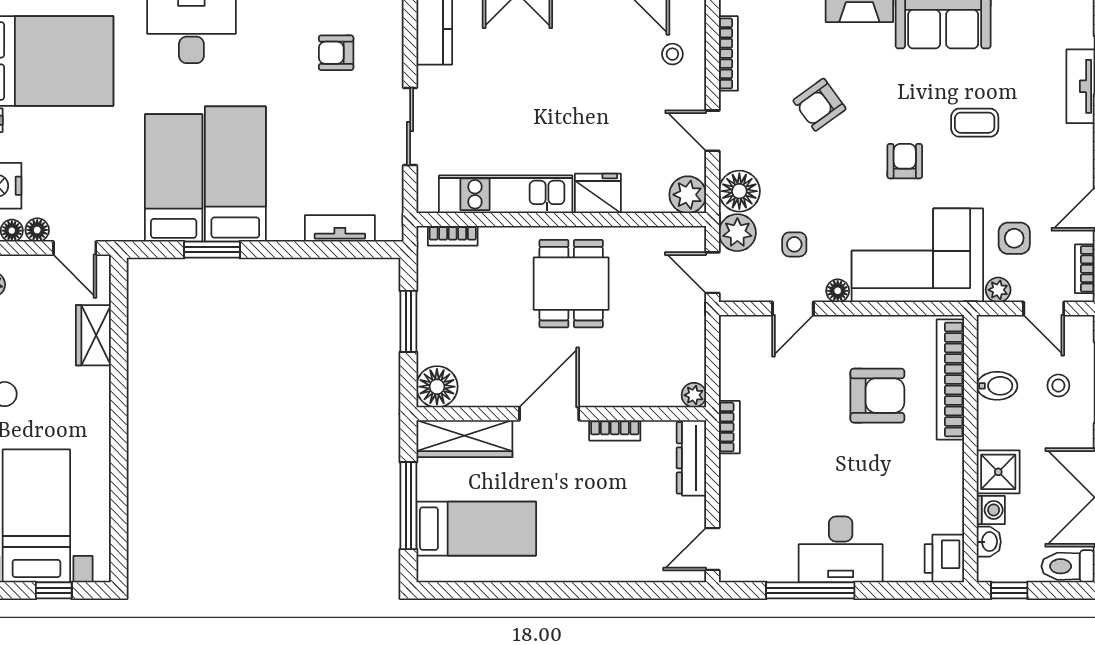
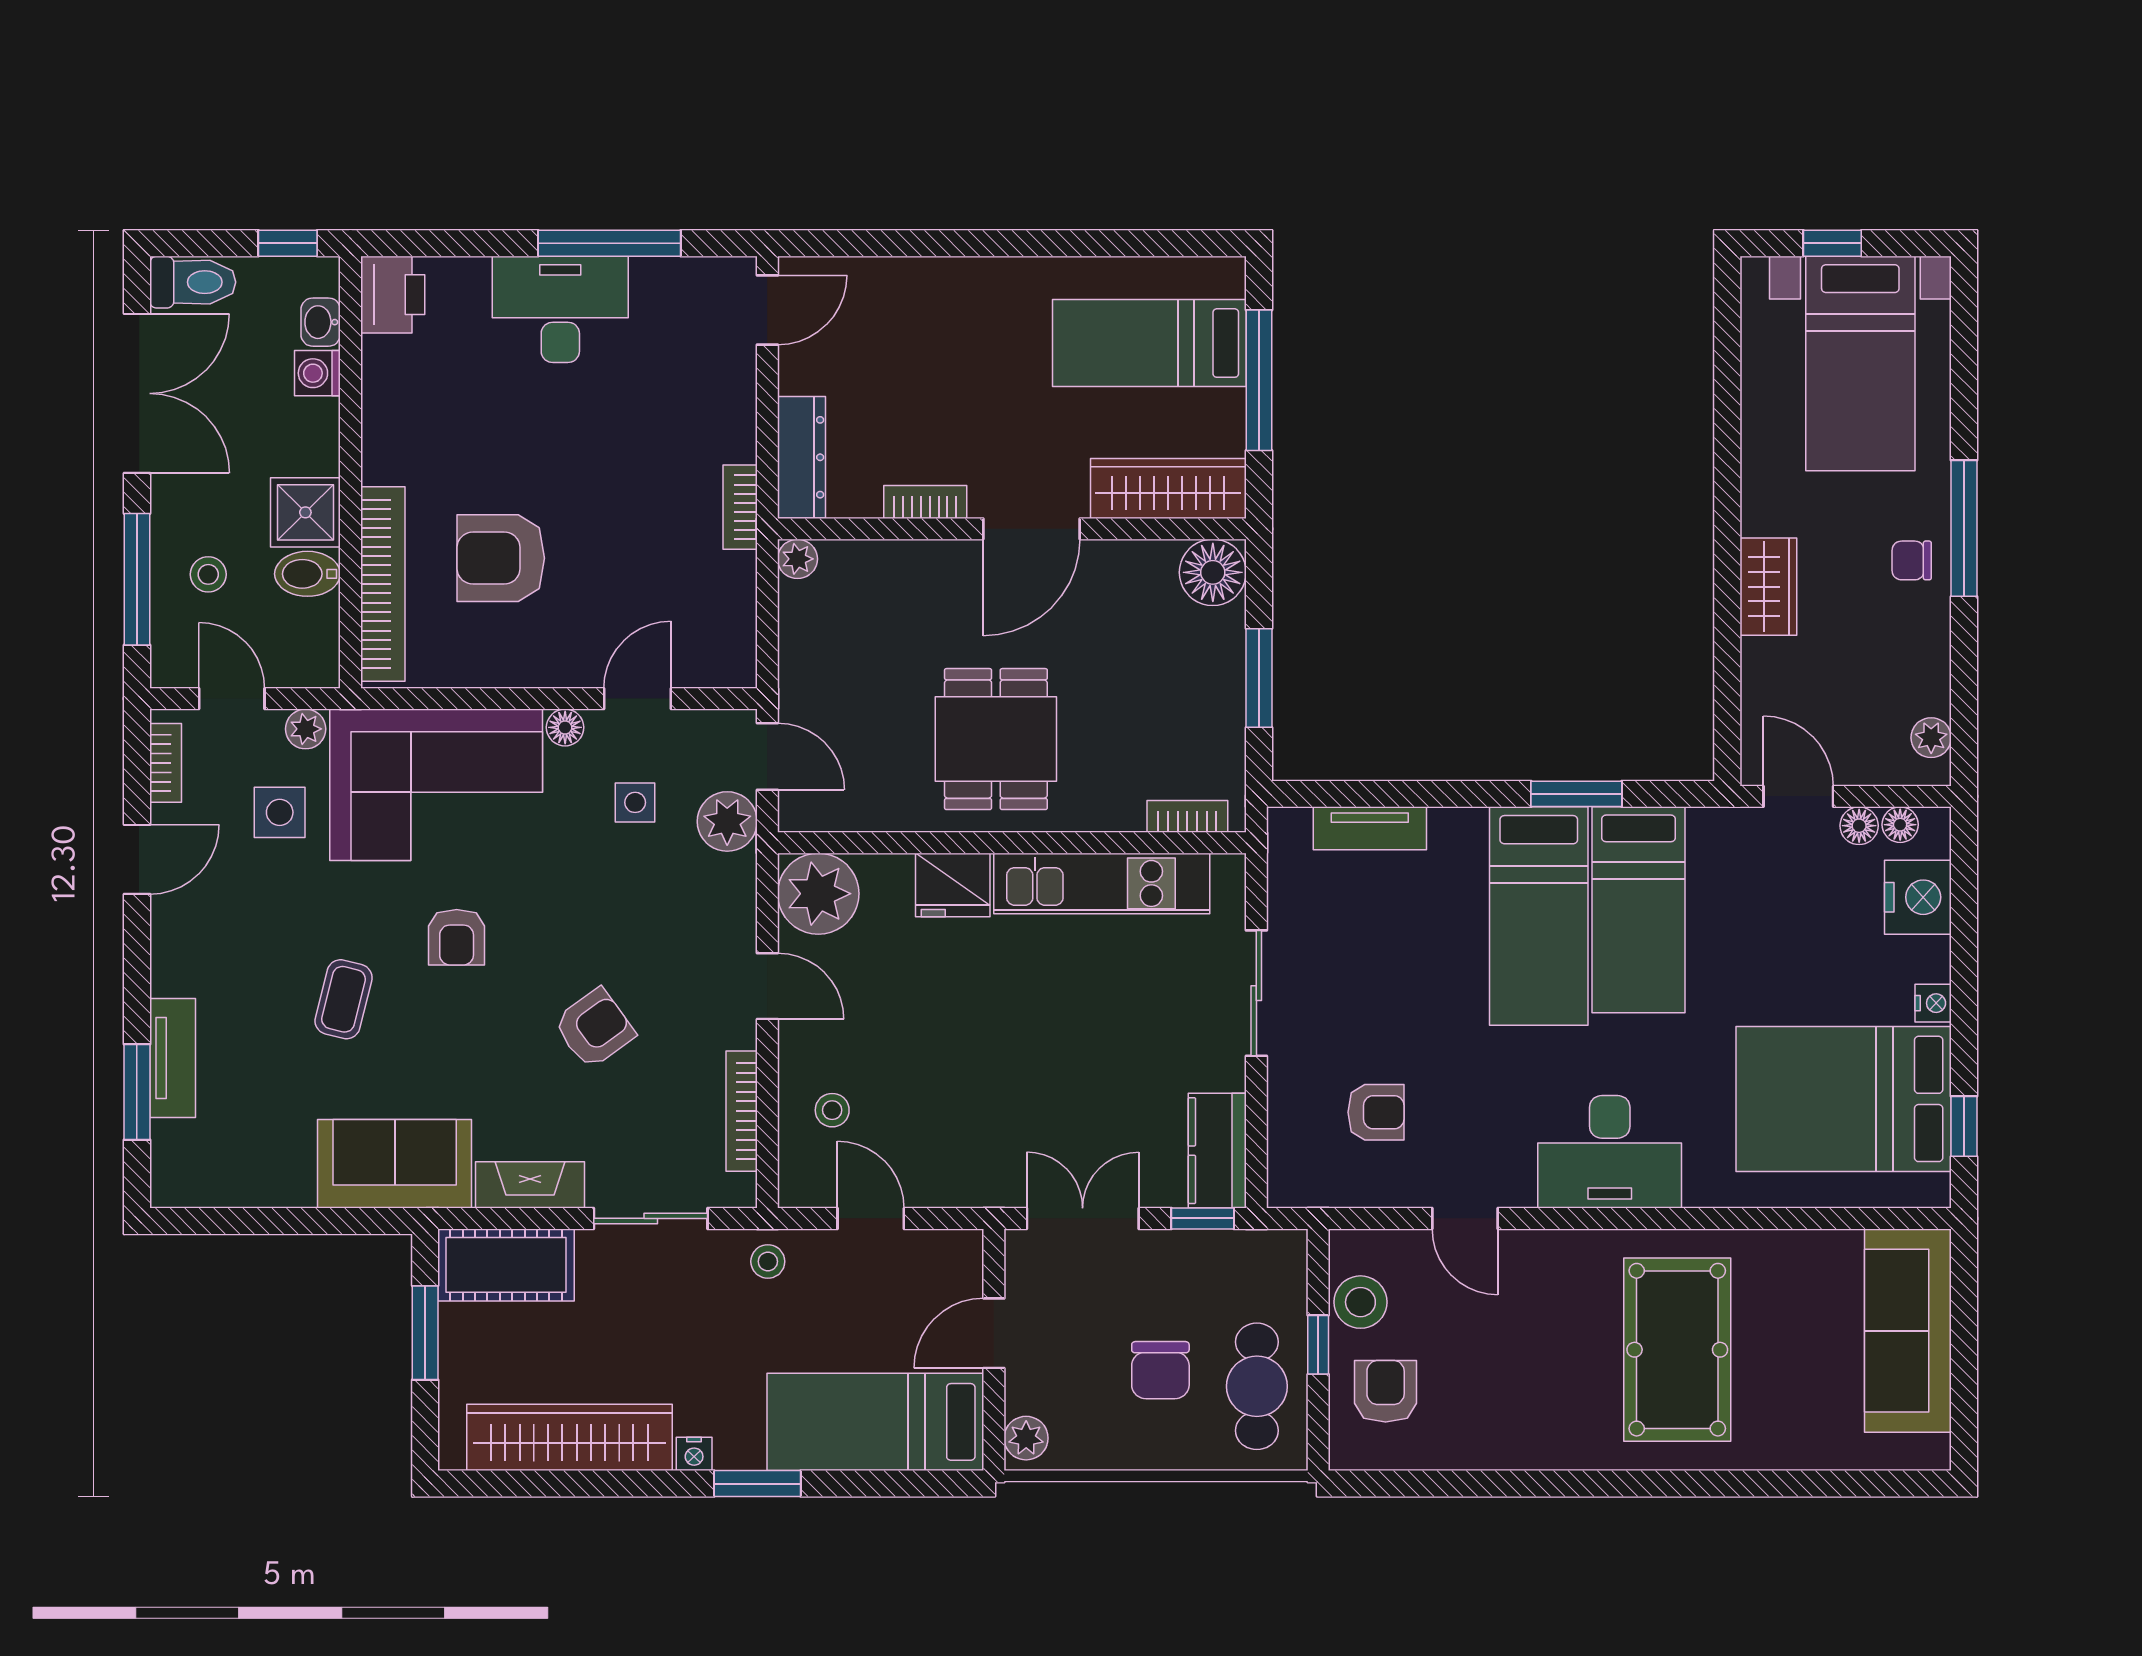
coffee table: (975, 123) -> (344, 999), turned -76
floor lamp: (739, 191) -> (724, 889), removed
plant: (688, 195) -> (818, 894), width x1.36, depth x1.36
wardrobe: (93, 335) -> (1768, 587), moved
shower: (998, 472) -> (305, 512), moved

